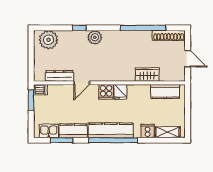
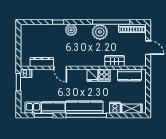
plant: (48, 40) -> (100, 32), moved
door: (82, 83) -> (60, 68), hinge flipped
cooker: (106, 92) -> (104, 75), moved

